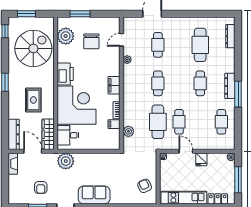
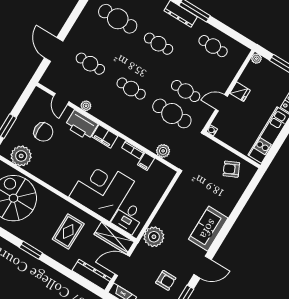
printer: (65, 74) -> (81, 125), moved, turned 180
rug: (33, 100) -> (68, 231), turned 90

